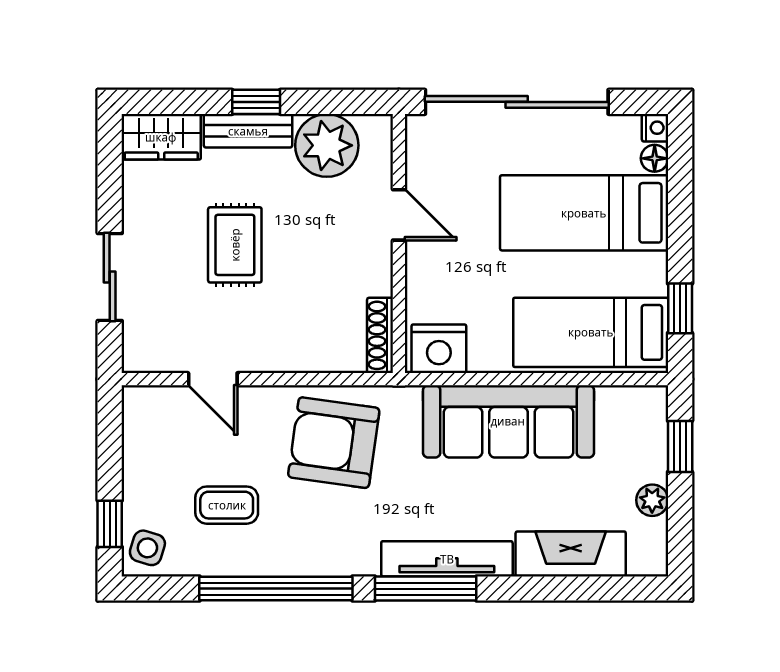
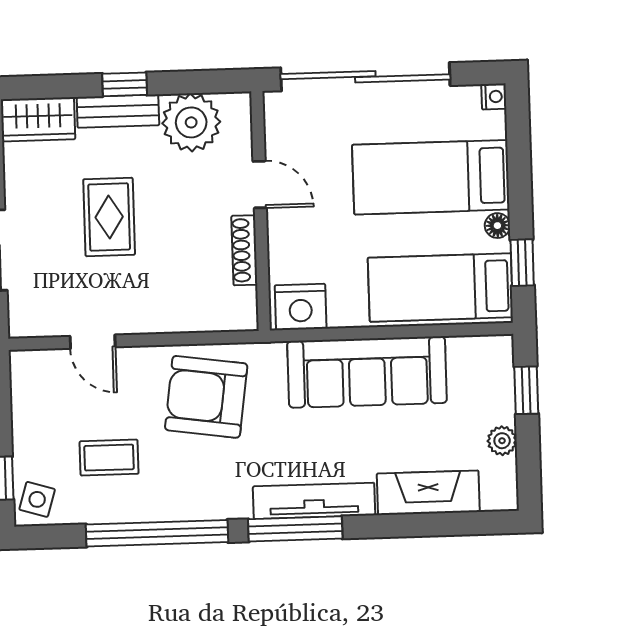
floor lamp: (655, 158) -> (497, 226), moved
shoe rack: (380, 335) -> (244, 250), moved

